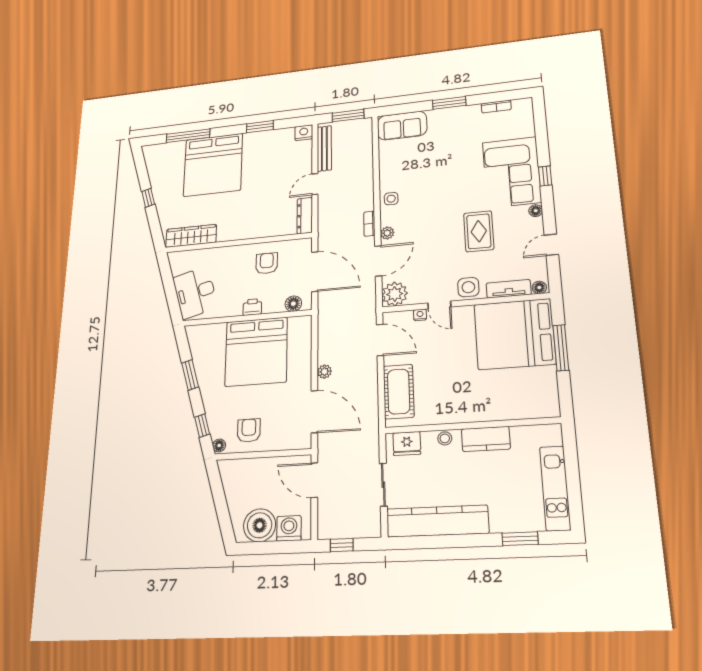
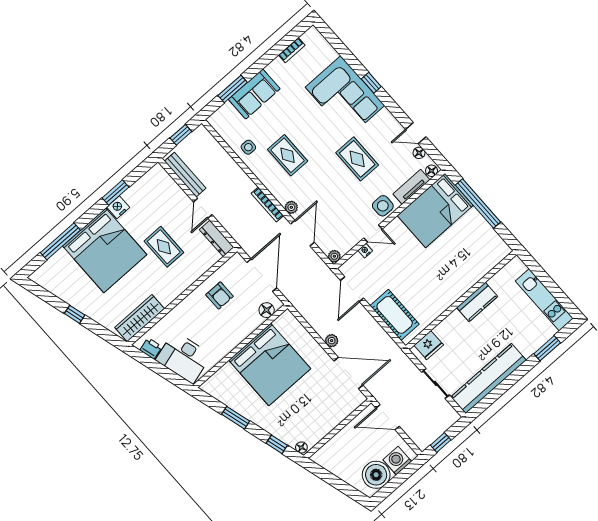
window: (449, 103) -> (233, 89), moved
window: (348, 116) -> (181, 135), width x0.67
sofa: (402, 126) -> (254, 94), moved
nightstand: (304, 133) -> (118, 207), moved
rug: (421, 188) -> (288, 155), added
rug: (259, 193) -> (164, 247), added
side table: (391, 199) -> (248, 147), moved
floor lamp: (536, 211) -> (419, 153), moved
bookcase: (369, 224) -> (267, 205), width x1.56
door: (551, 245) -> (416, 133), hinge flipped
armchair: (267, 263) -> (220, 295), turned 180
door: (315, 272) -> (262, 275), hinge flipped
plant: (395, 294) -> (334, 256), width x0.53, depth x0.53
printer: (252, 307) -> (151, 348), moved, turned 74
bed: (514, 334) -> (435, 210), width x0.73
door: (380, 340) -> (352, 289), swing flipped
window: (561, 348) -> (478, 203), width x1.46
armchair: (249, 430) -> (313, 421), removed
stool: (445, 438) -> (451, 322), removed

